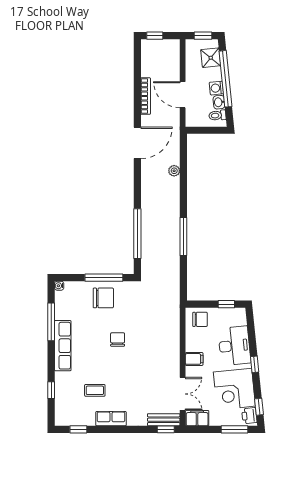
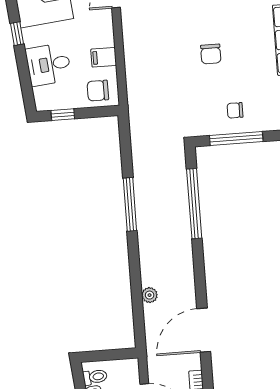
chair: (103, 298) -> (235, 110), width x0.54, depth x0.54
desk: (234, 346) -> (49, 64), width x0.73
filing cabinet: (194, 359) -> (104, 57), moved

